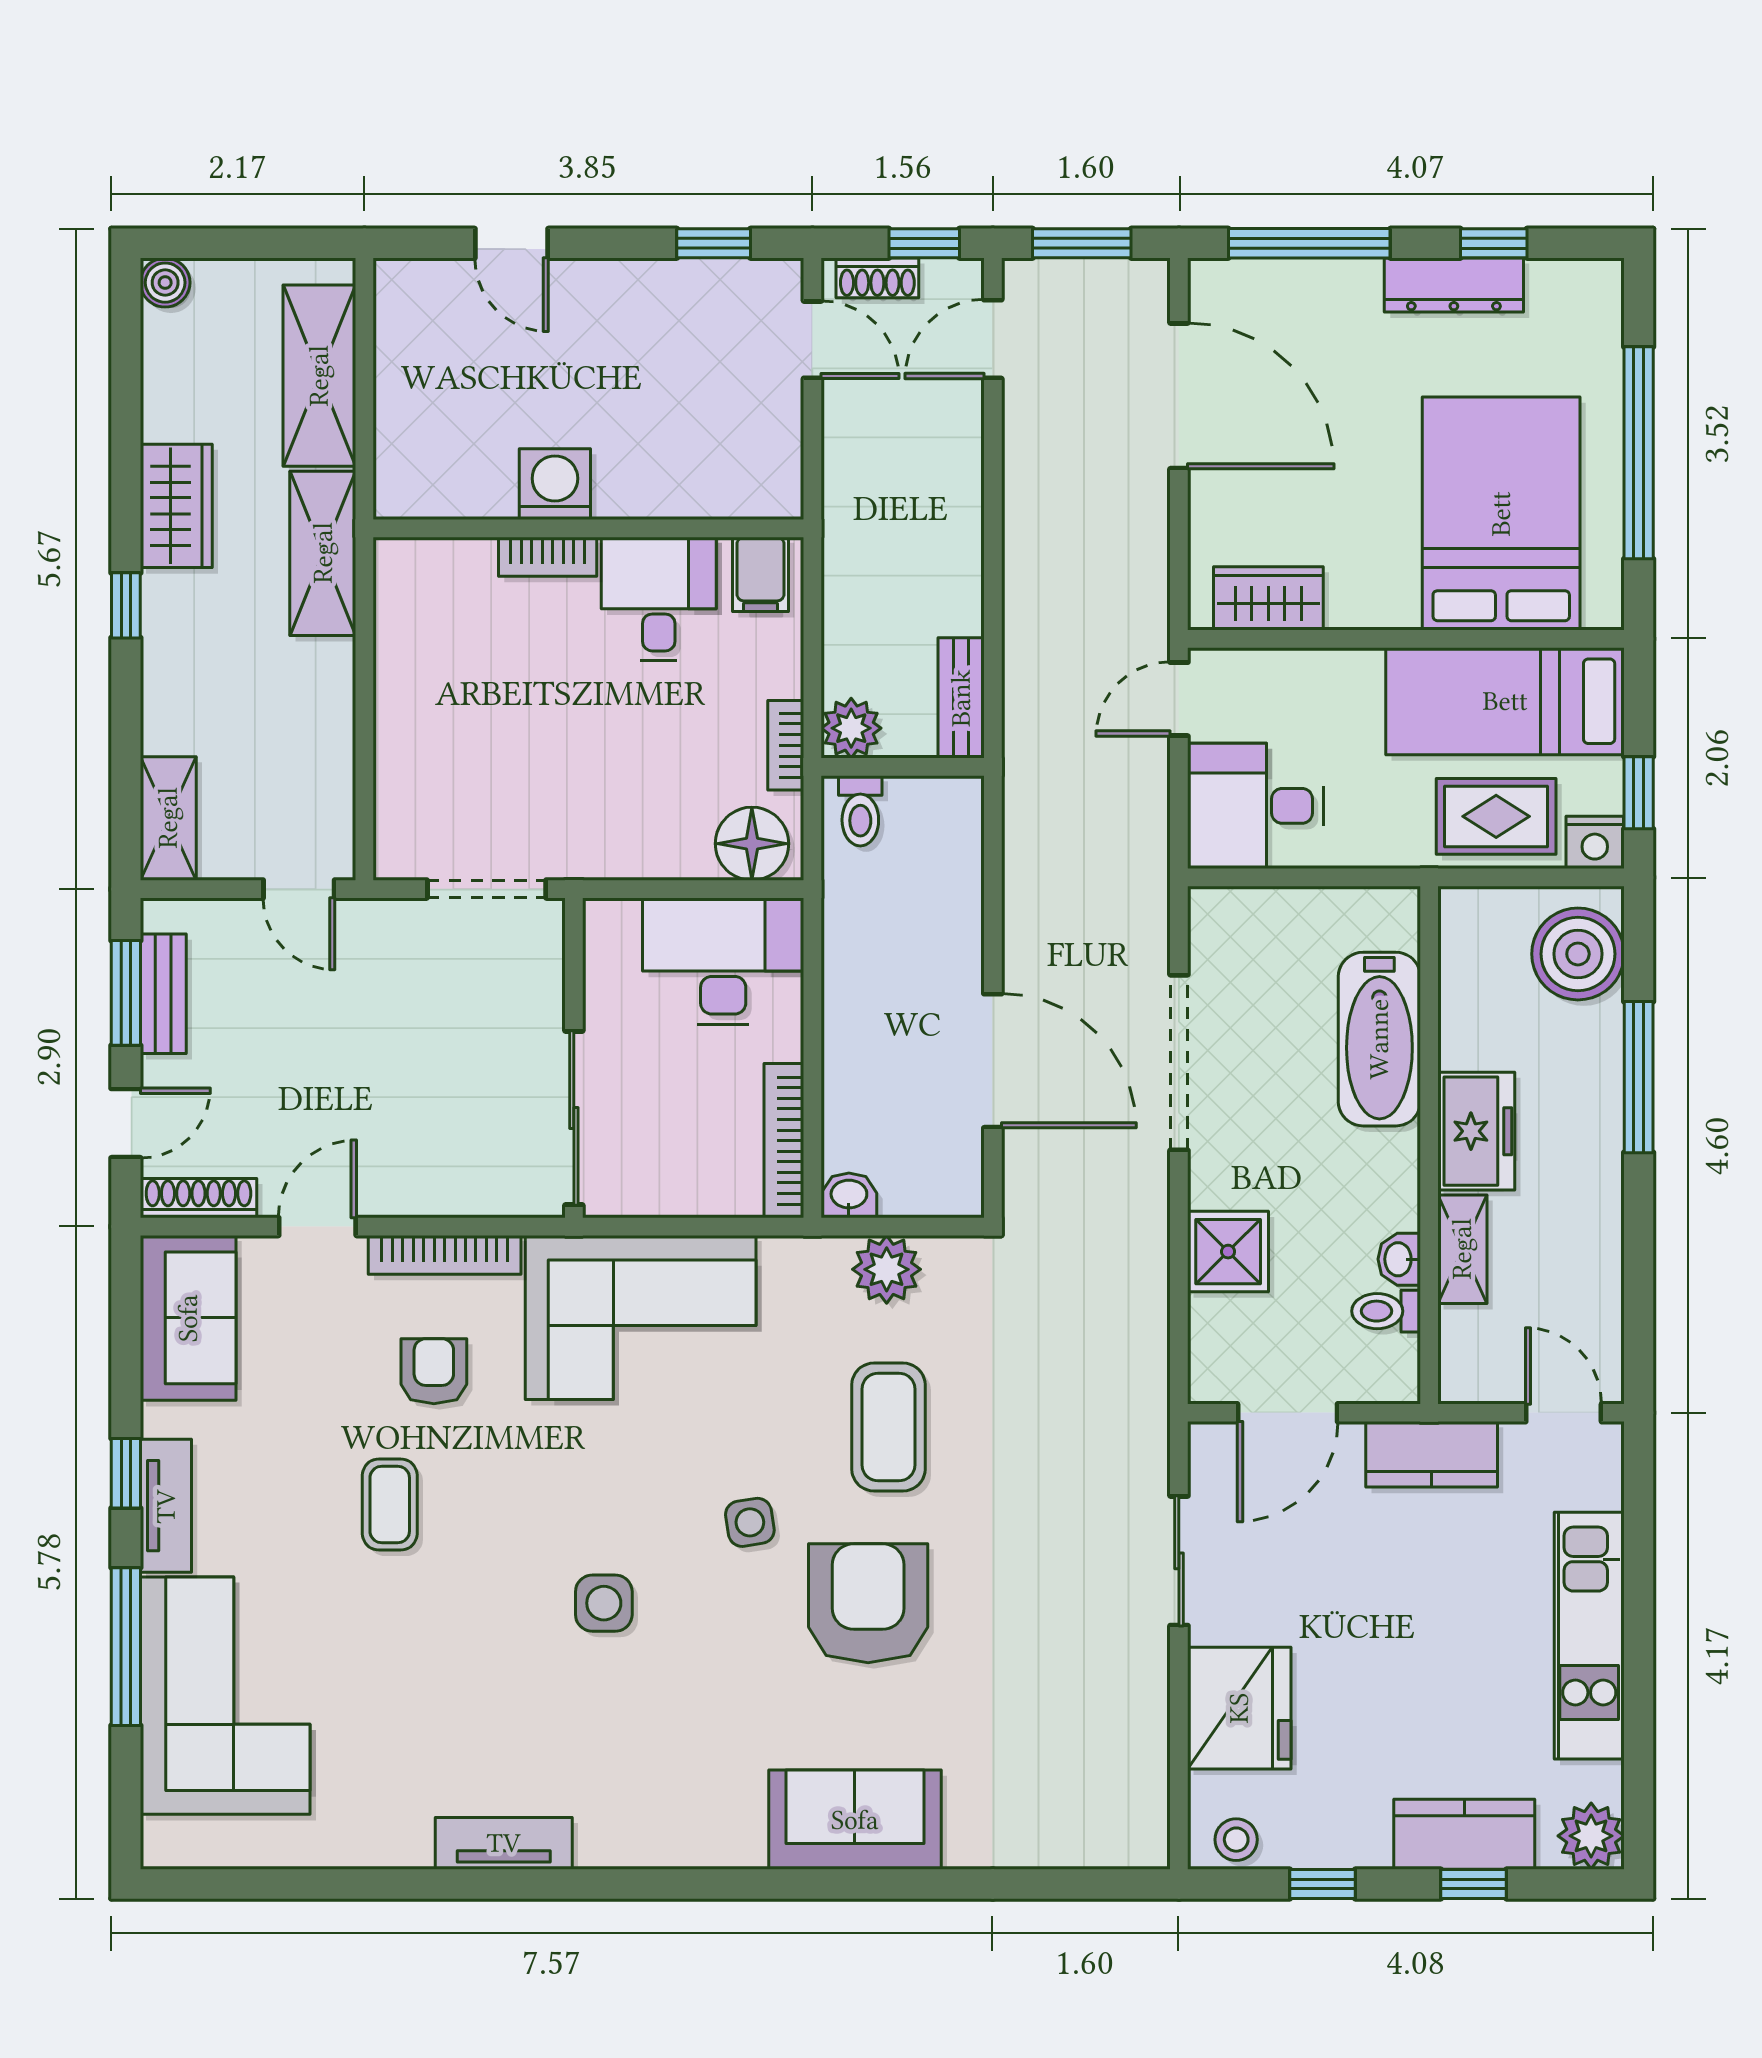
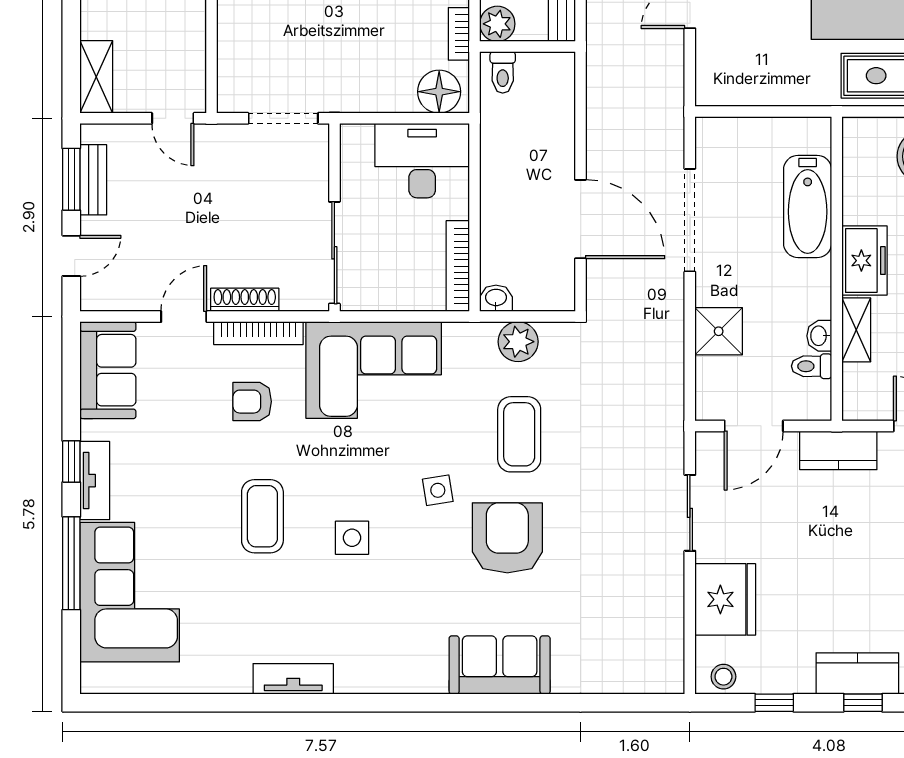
desk: (1255, 806) -> (735, 69), removed
shoe rack: (198, 1198) -> (245, 300), moved
armchair: (434, 1371) -> (252, 402), turned -90
coffee table: (390, 1504) -> (262, 516), moved, width x1.36, depth x1.30

